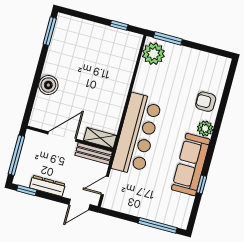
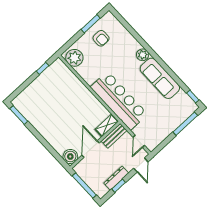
window: (168, 38) -> (91, 24), moved
boiler: (48, 85) -> (70, 157), moved
armchair: (206, 102) -> (101, 38), moved, turned -90
window: (202, 184) -> (193, 97), moved
window: (27, 190) -> (119, 186), moved

